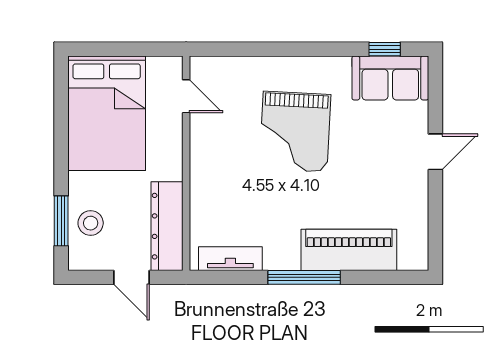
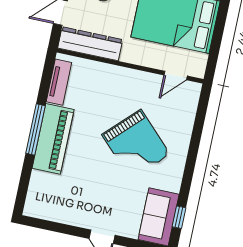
grand piano: (295, 132) -> (136, 144), turned -138
piano: (349, 250) -> (53, 139), moved

